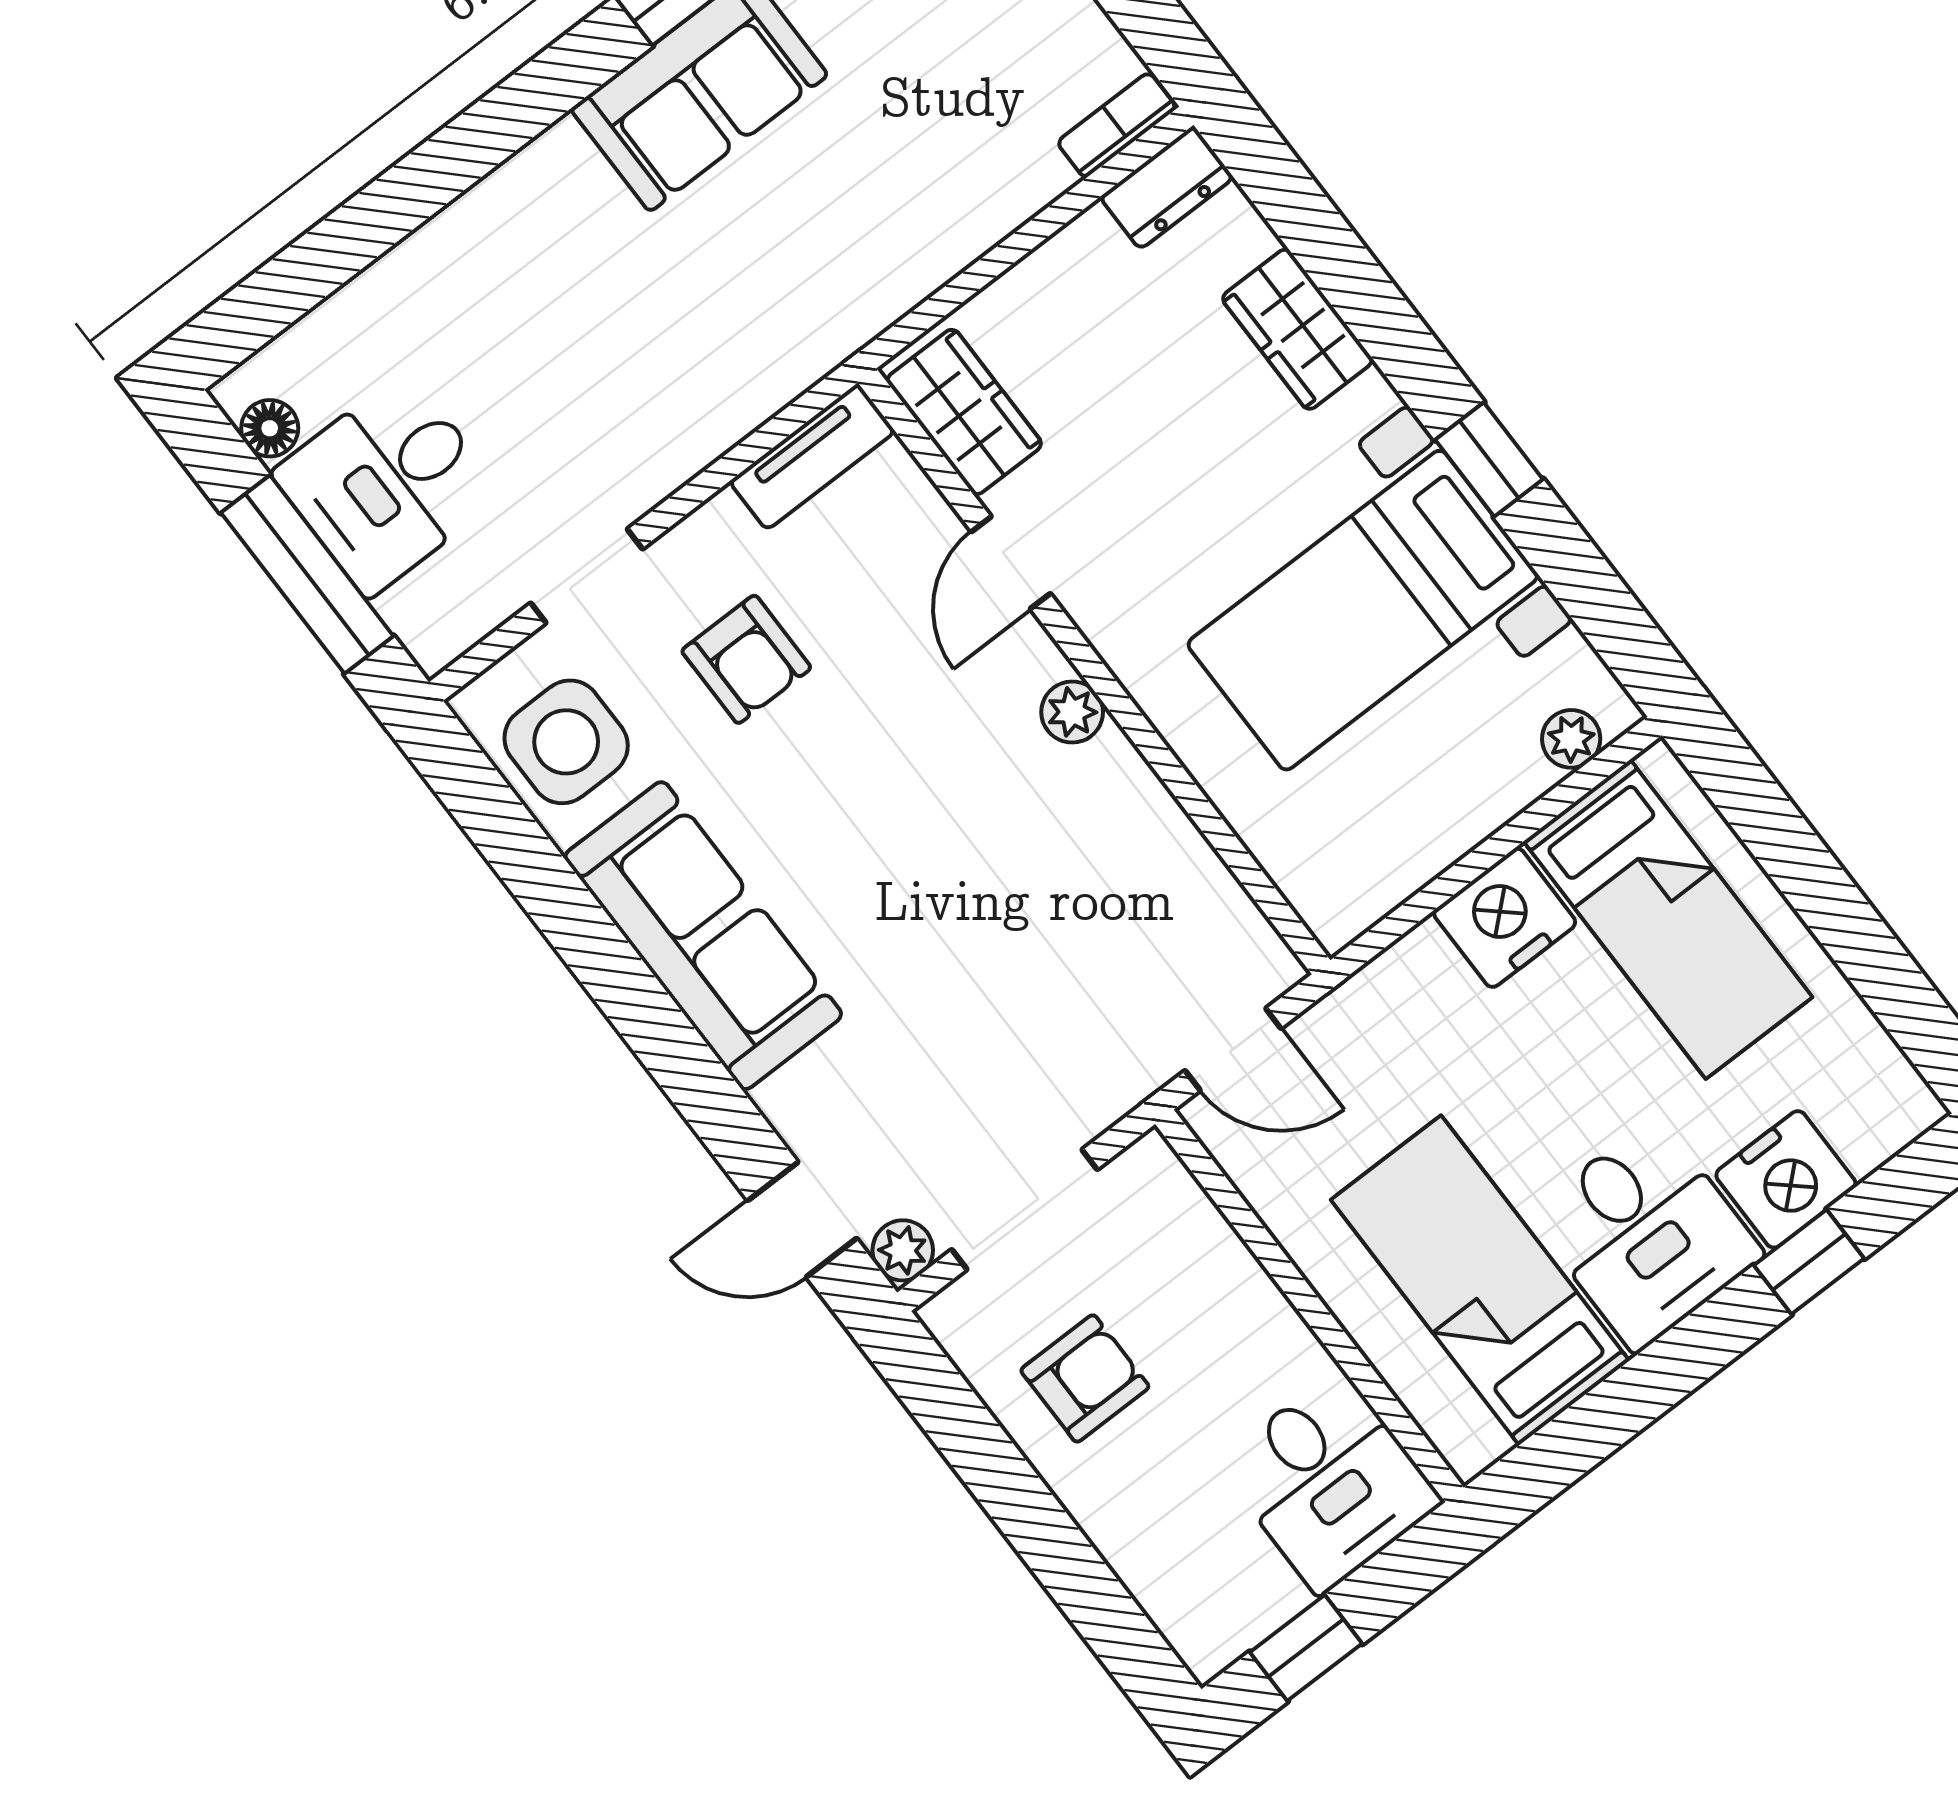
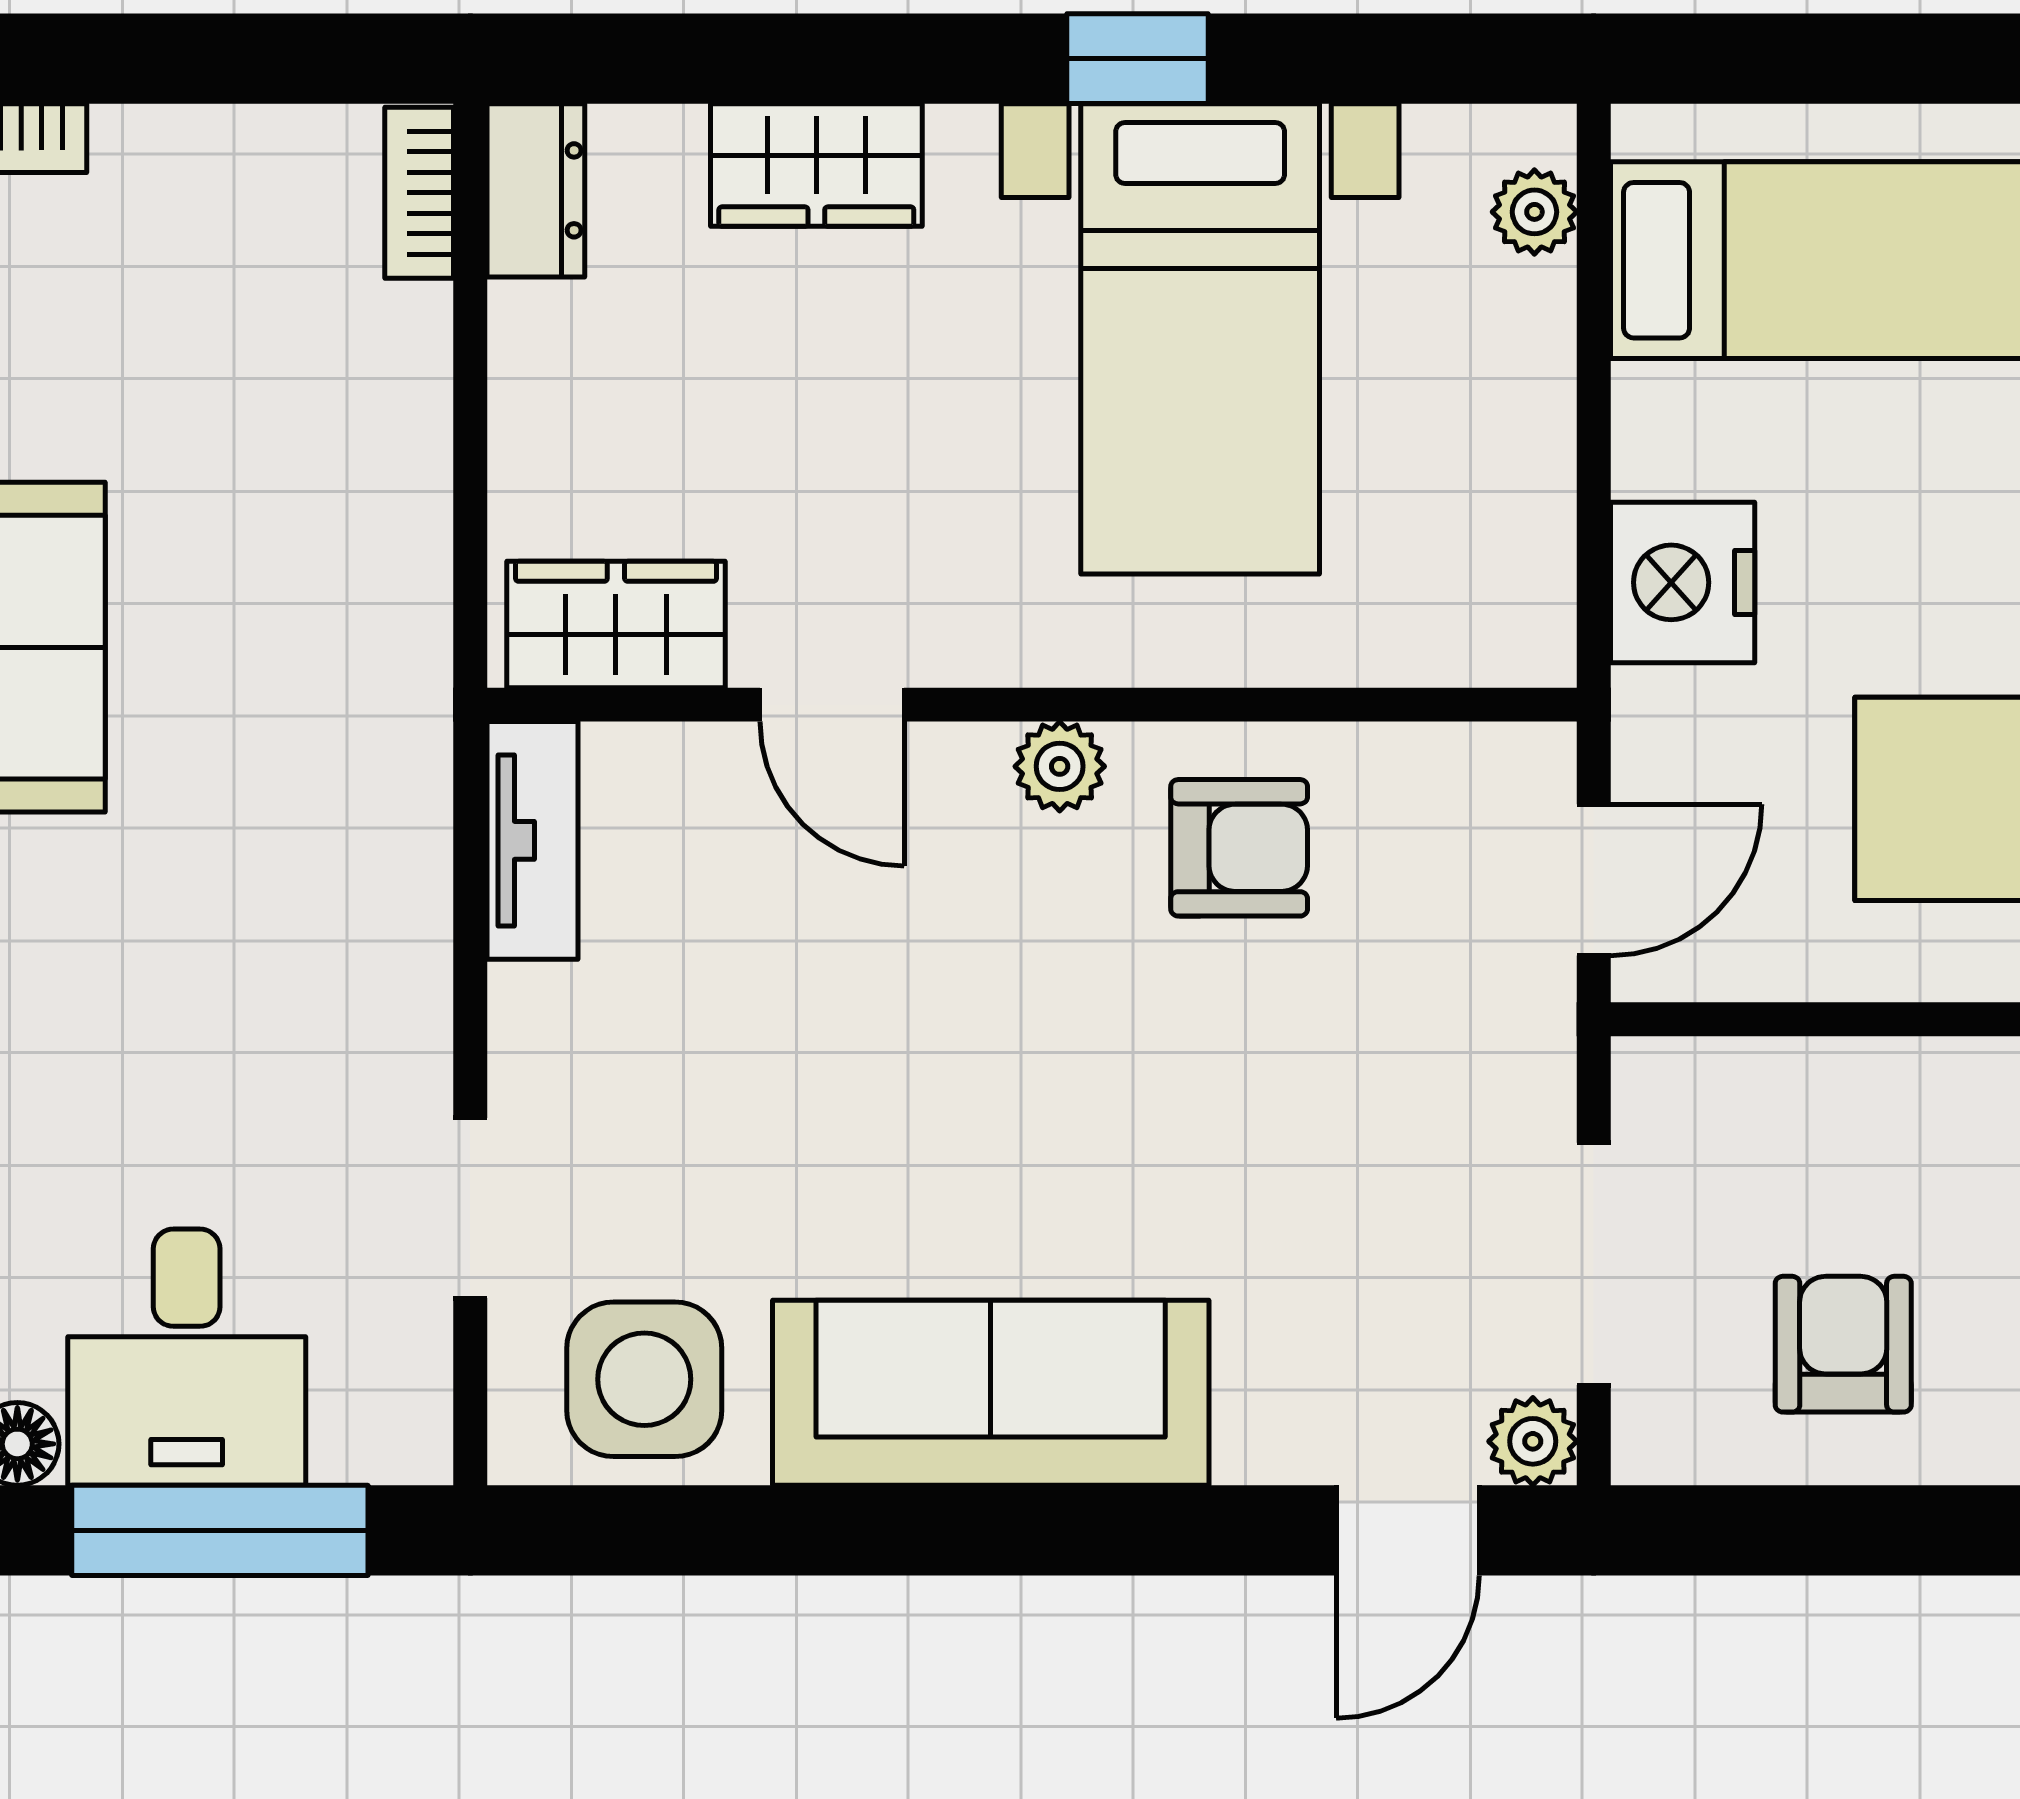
armchair: (746, 659) -> (1239, 848), moved
nightstand: (1505, 918) -> (1683, 582), moved

